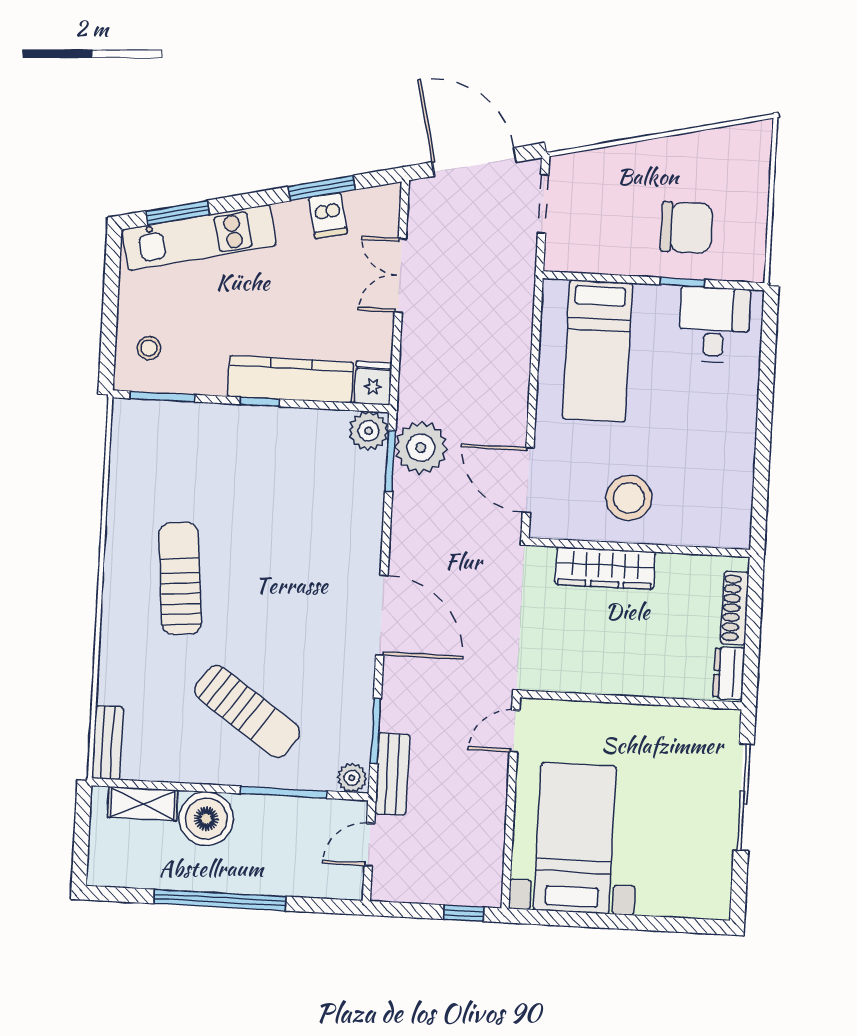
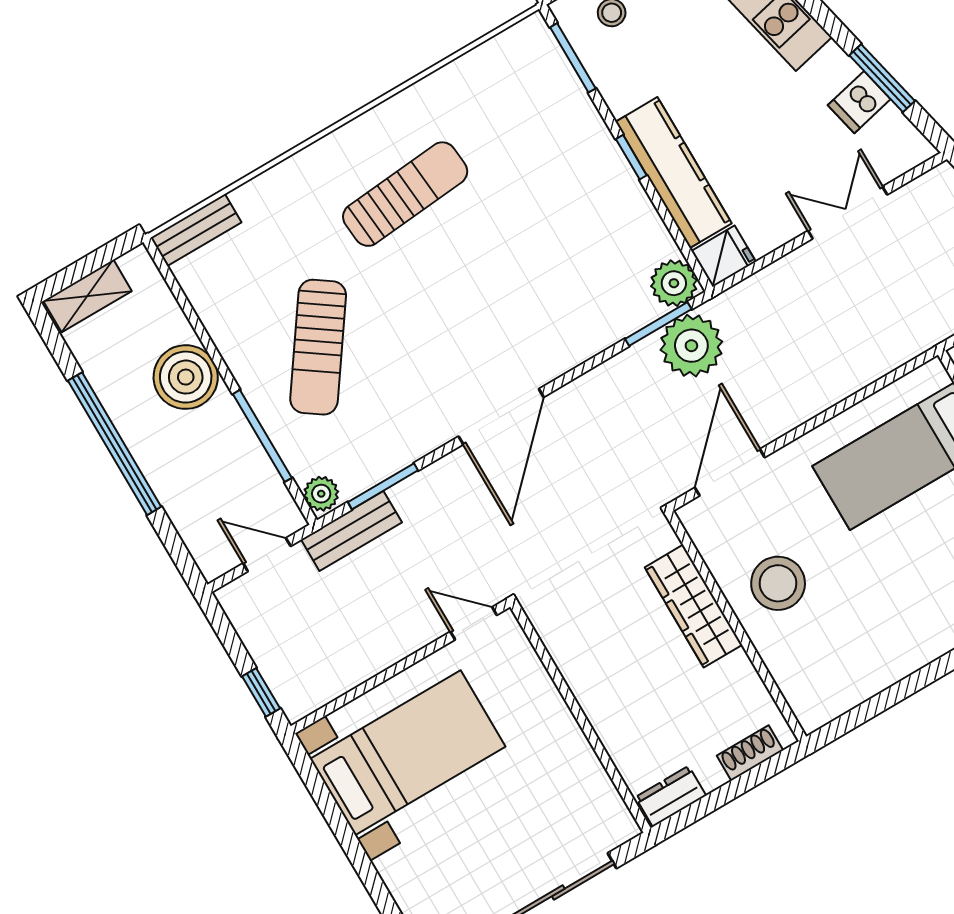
shoe rack: (735, 608) -> (750, 753), width x0.70
shelving: (143, 804) -> (87, 296), moved, turned 90

